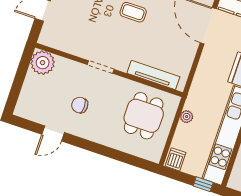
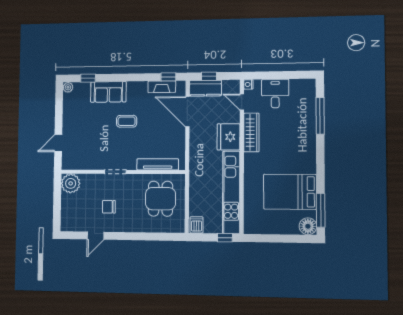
plant: (187, 117) -> (194, 188), removed

